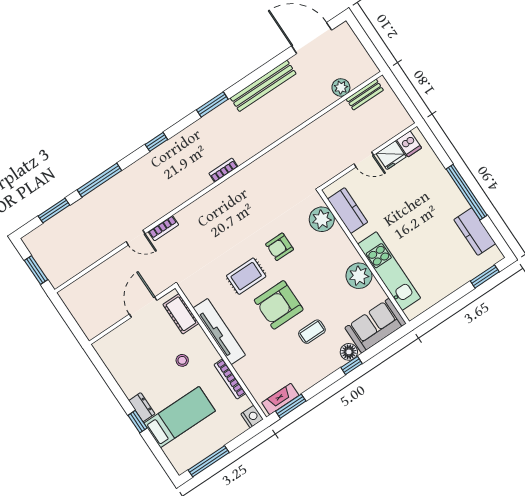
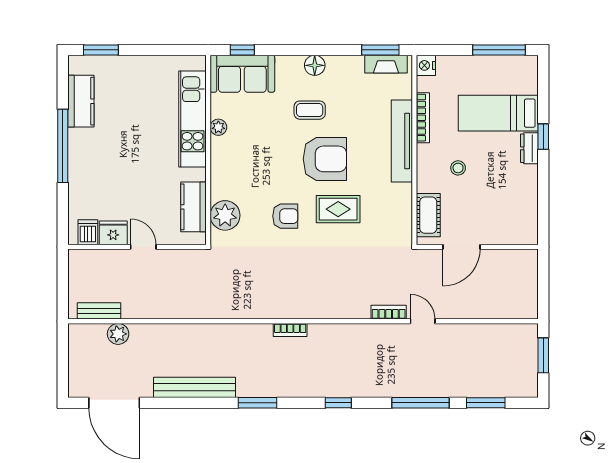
plant: (359, 276) -> (218, 127), width x0.53, depth x0.53
tv unit: (219, 332) -> (402, 141), moved
floor lamp: (349, 352) -> (315, 65), moved
window: (351, 366) -> (242, 50), moved

